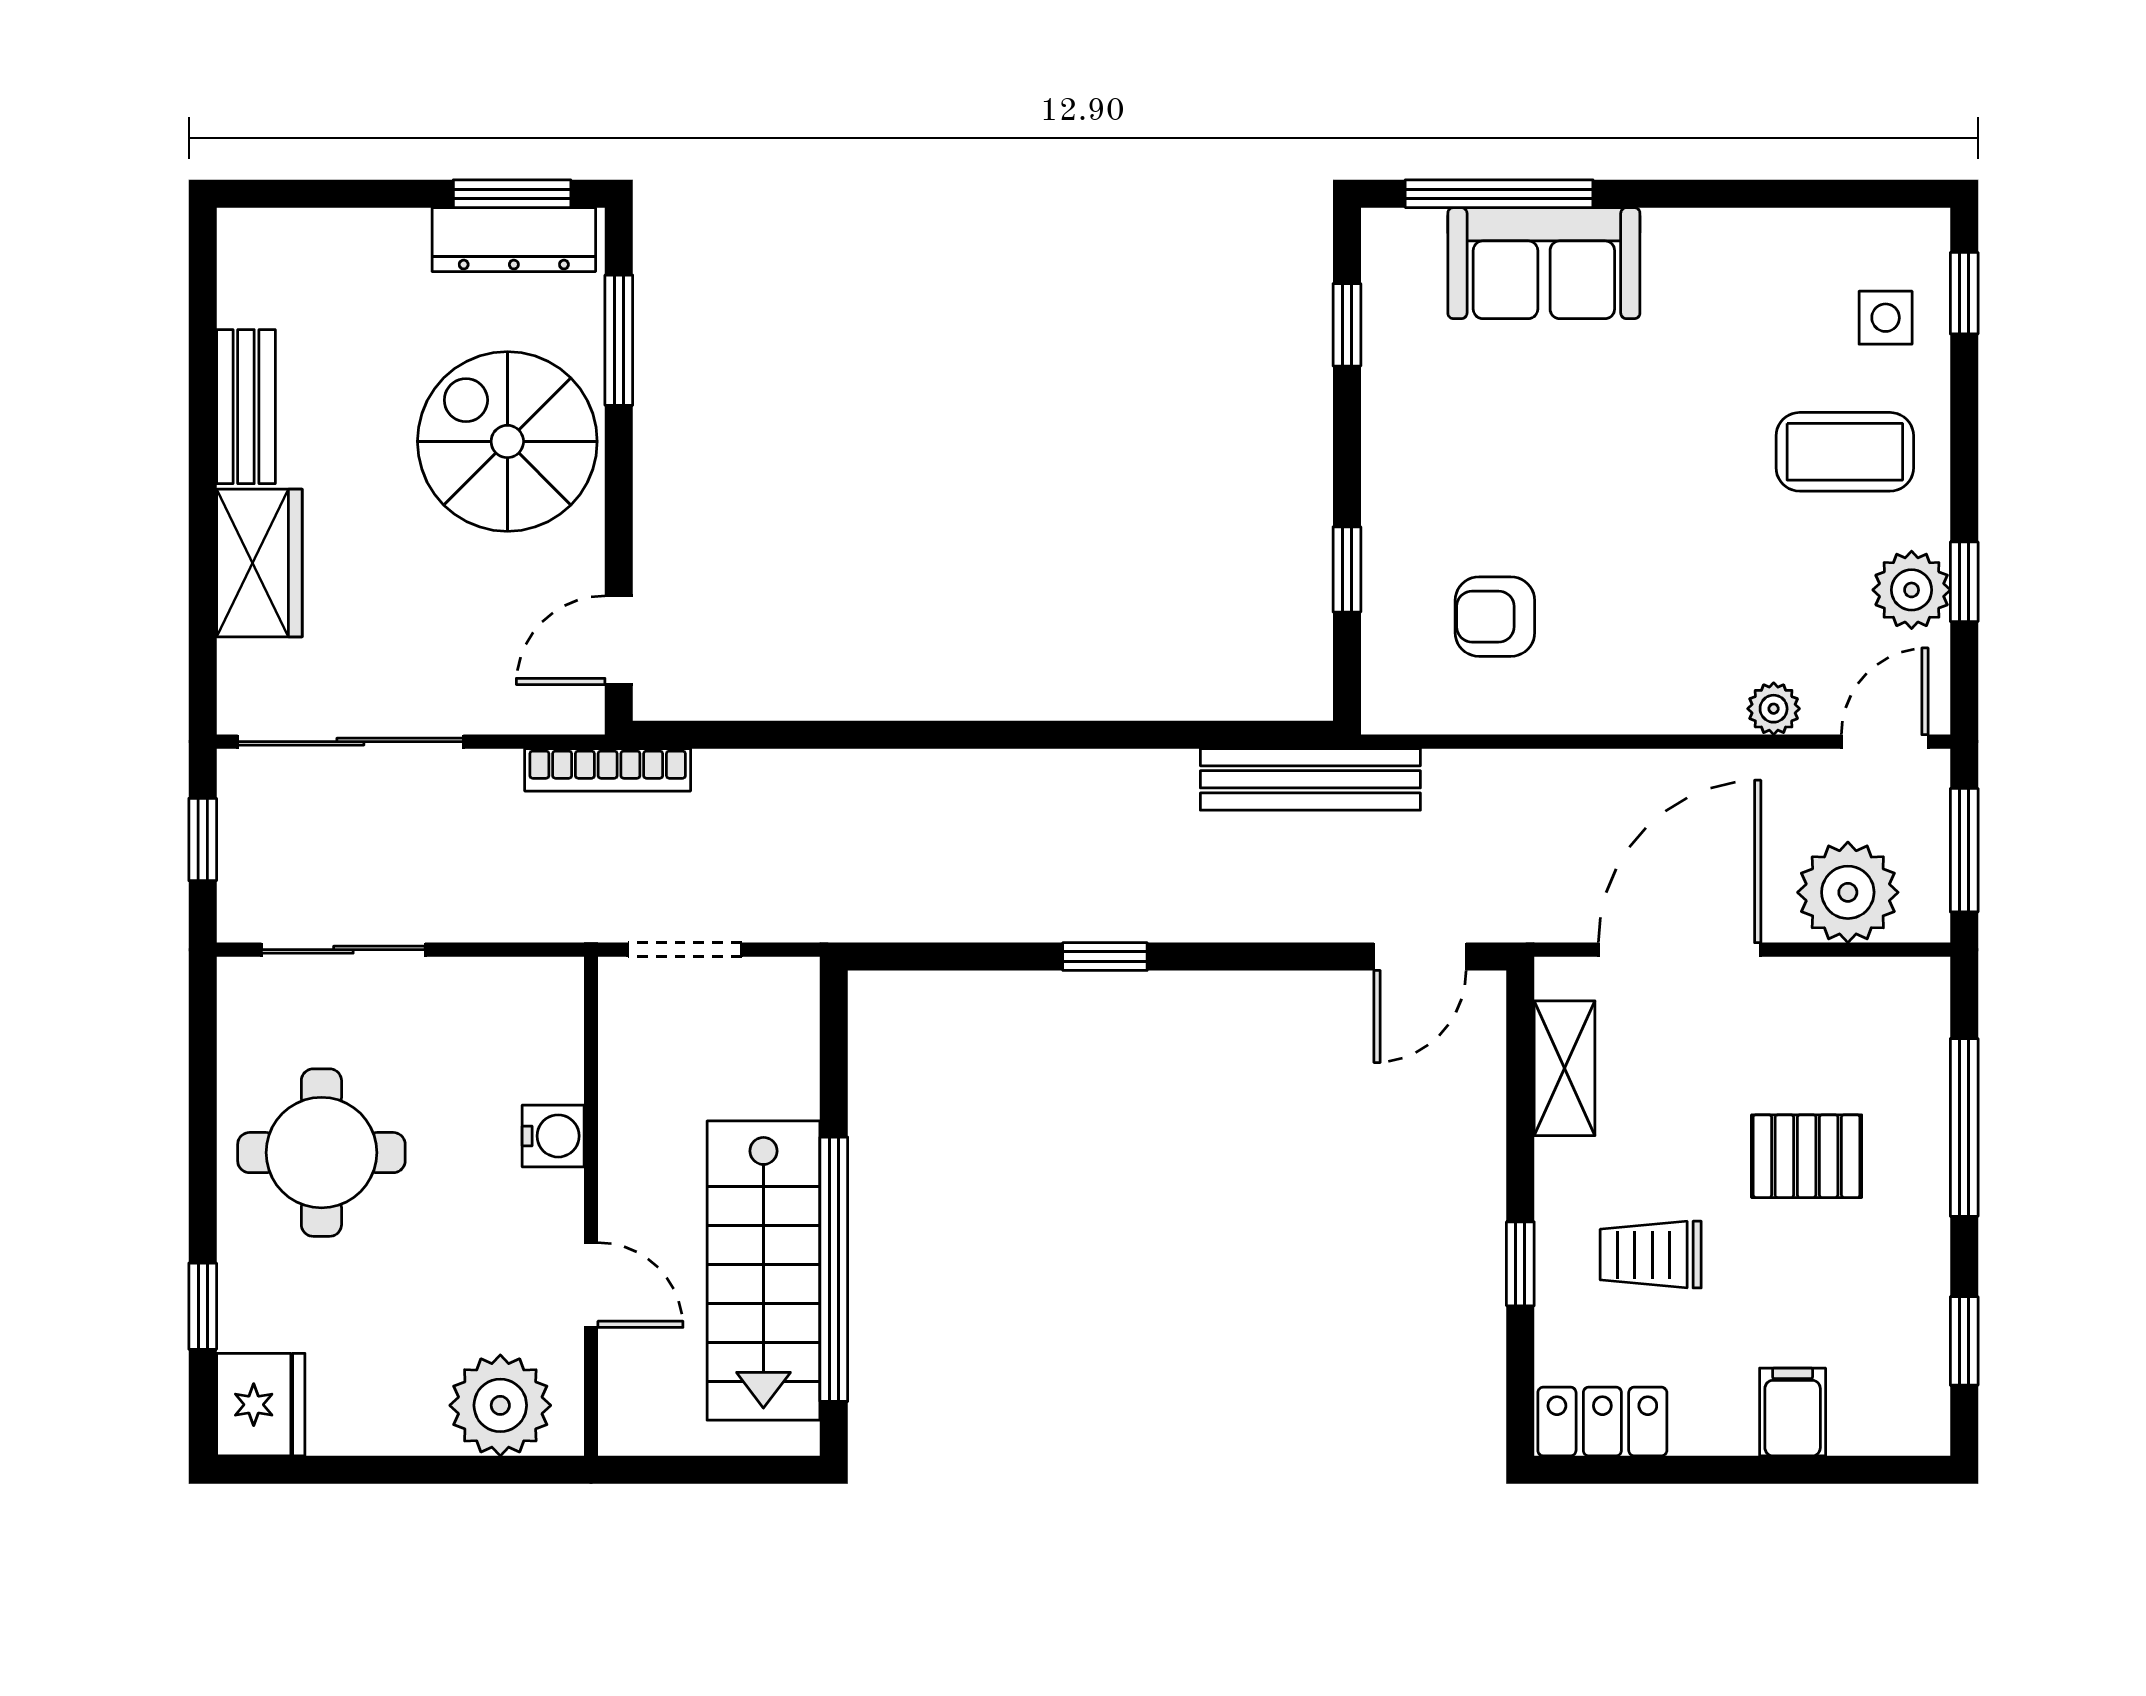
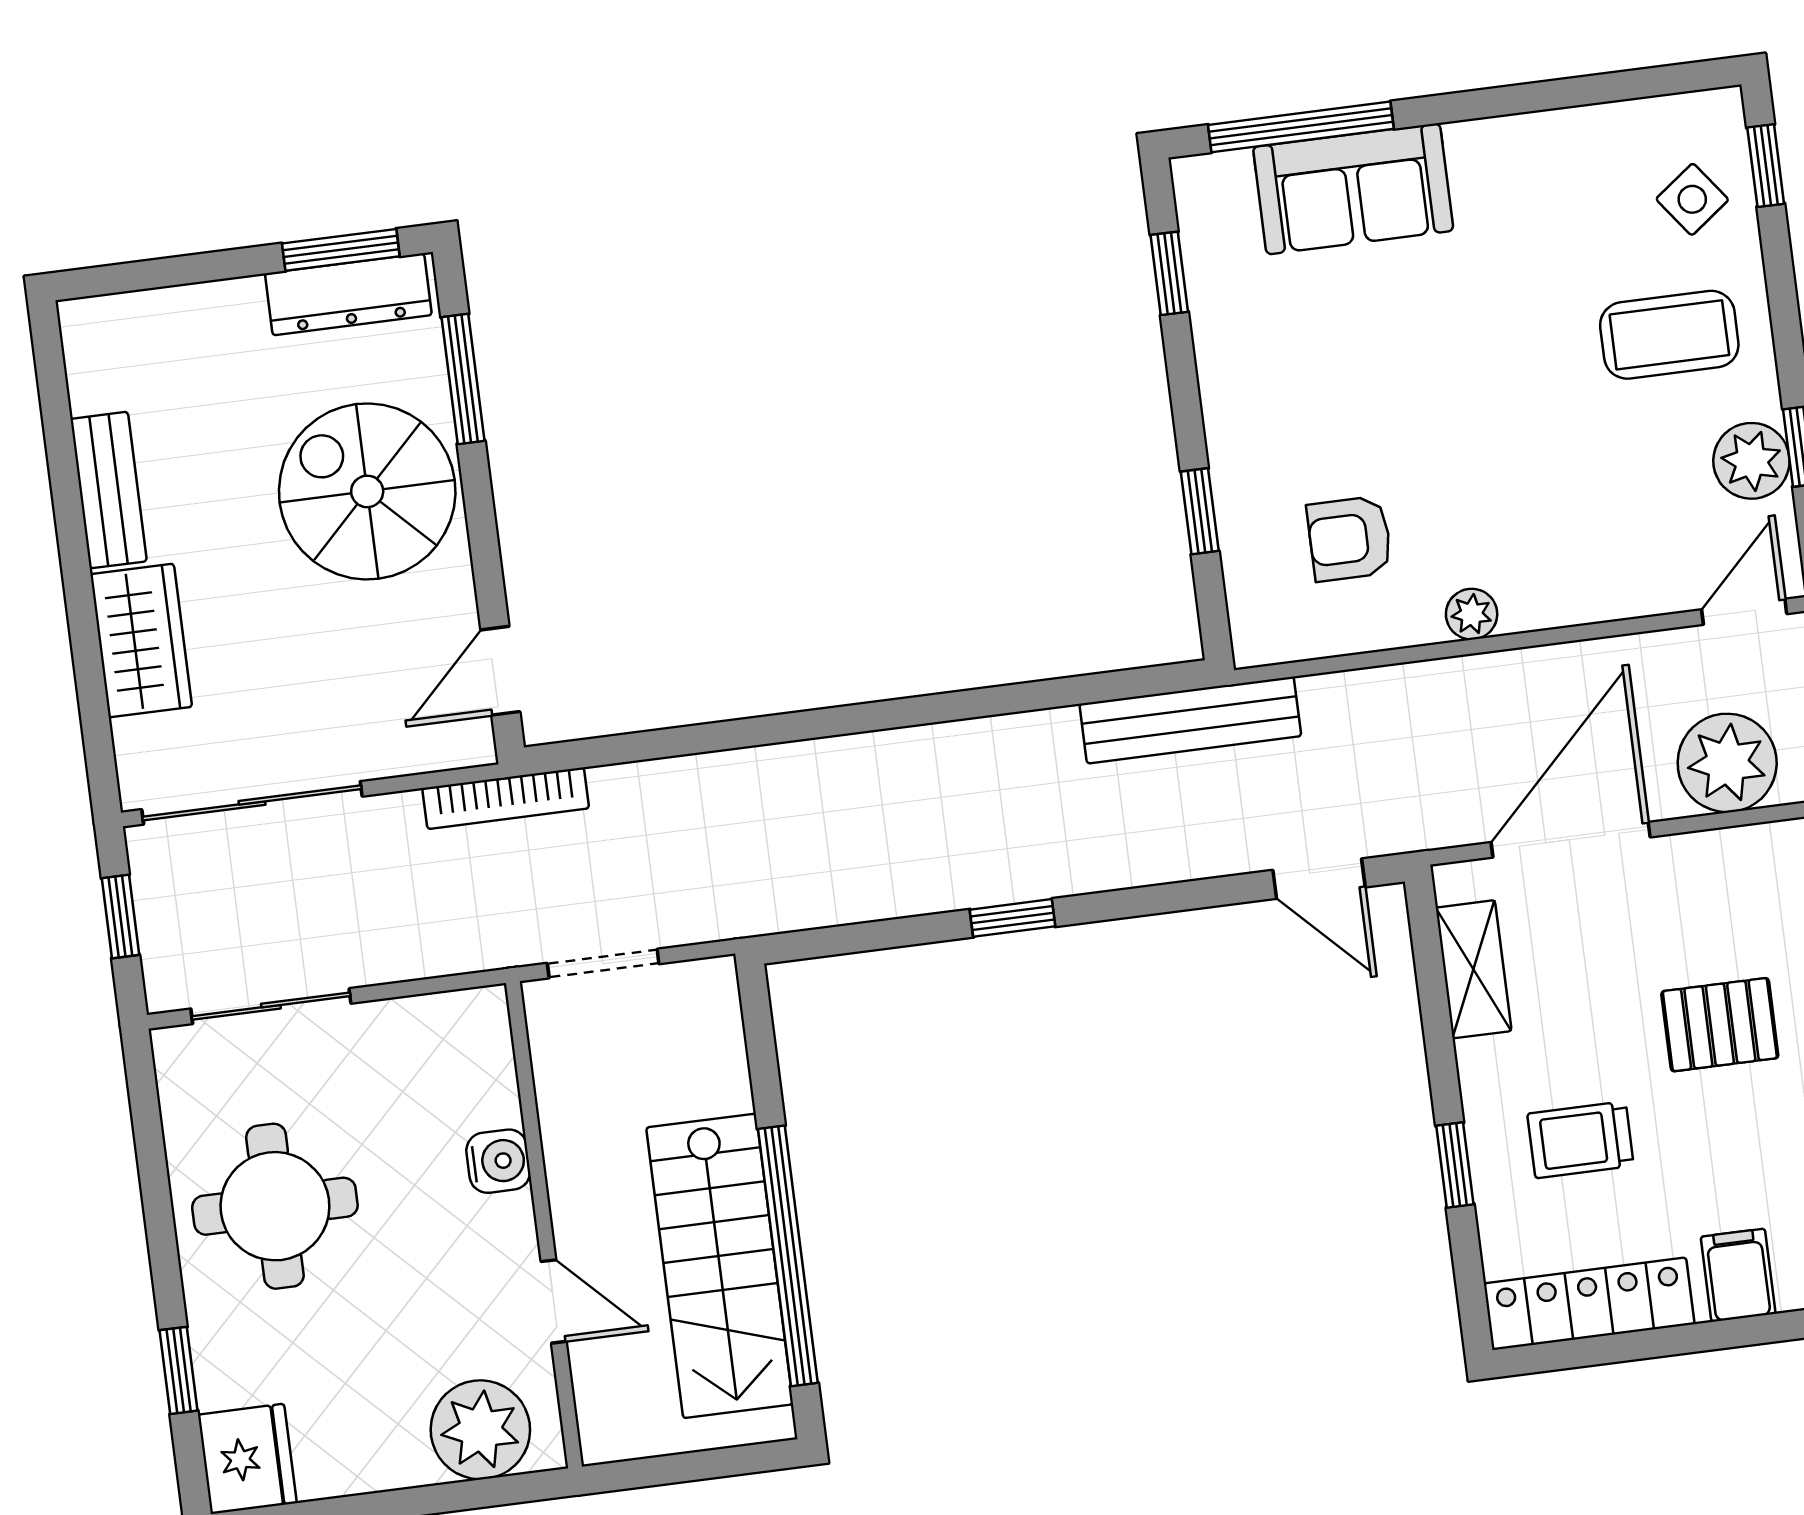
side table: (1886, 318) -> (1692, 199), turned -37
plant: (1774, 709) -> (1472, 614), moved
door: (1420, 957) -> (1319, 879), hinge flipped
locker: (1602, 1422) -> (1589, 1304), width x1.53

